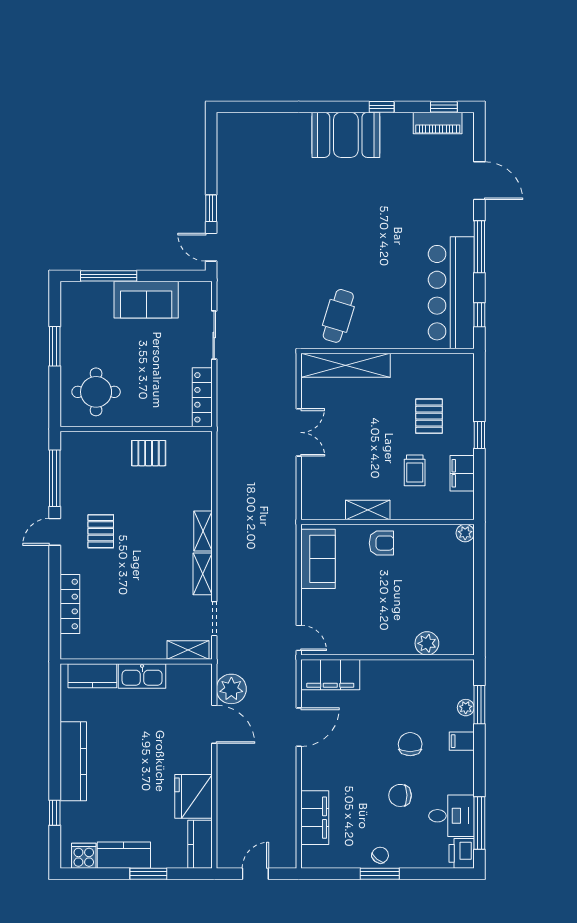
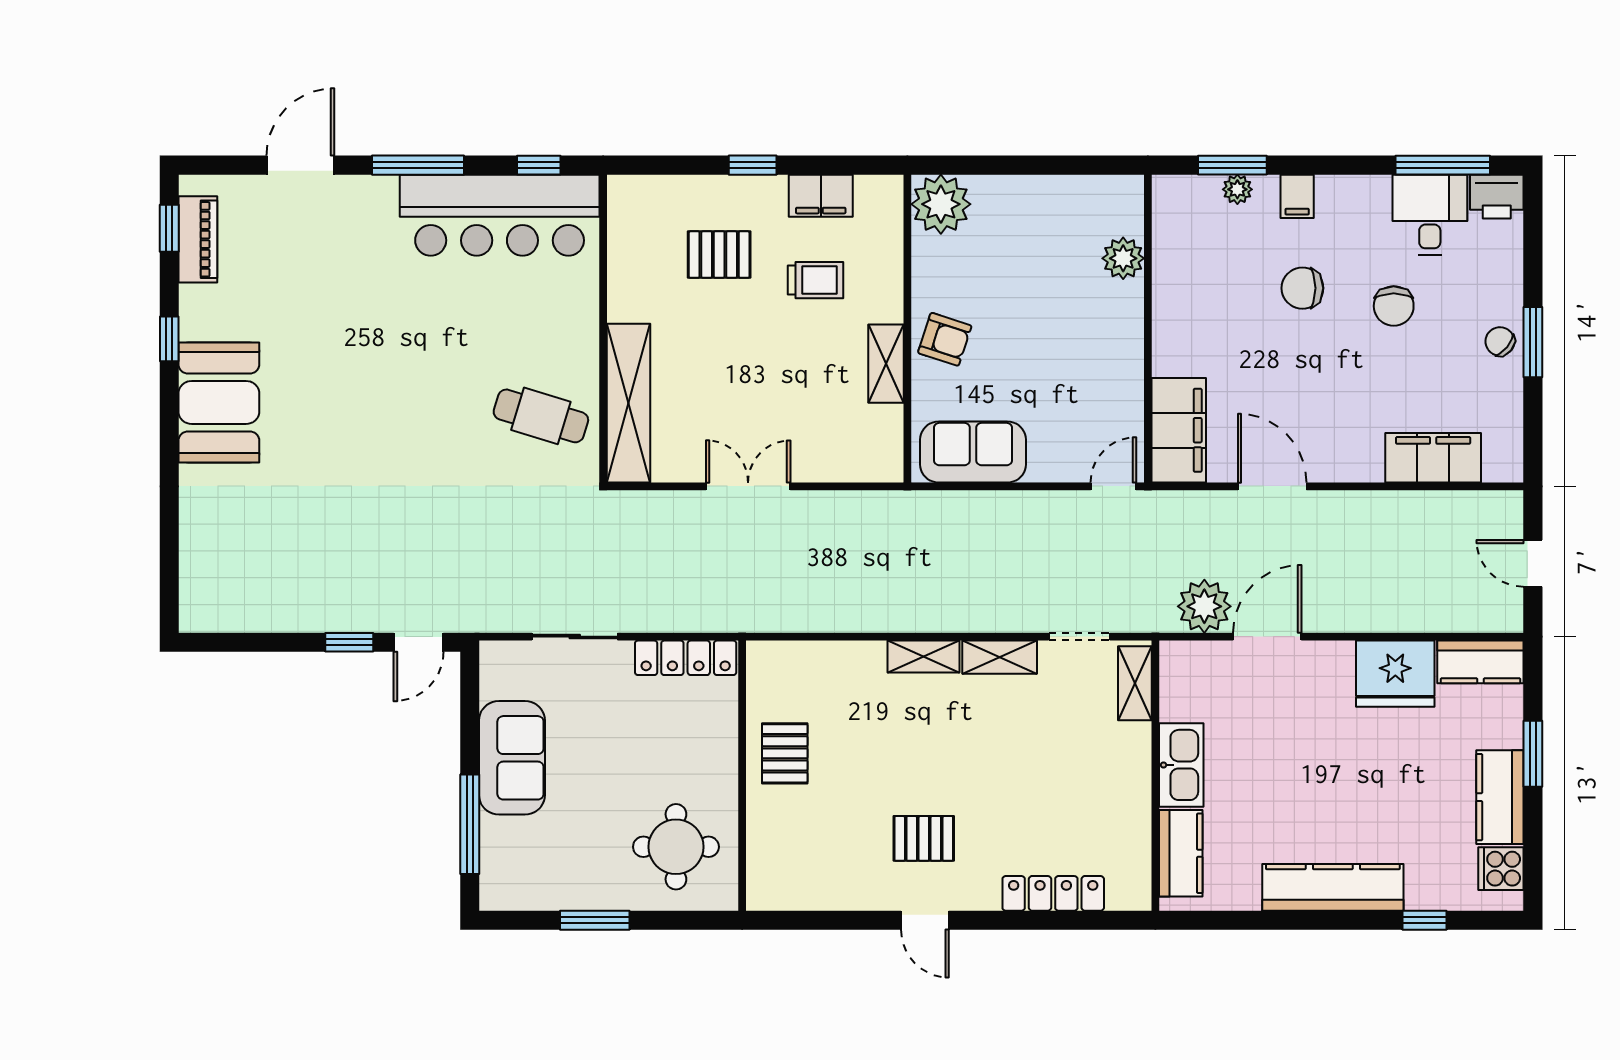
window: (55, 478) -> (830, 920), removed
plant: (465, 533) -> (941, 204), width x1.87, depth x1.87
armchair: (381, 543) -> (945, 339), turned 108

